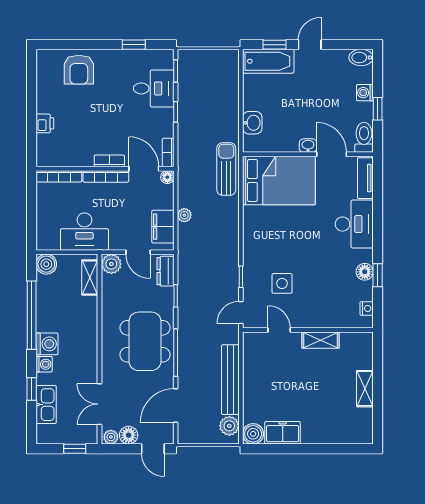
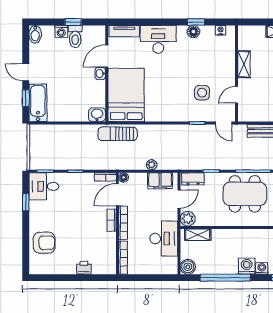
desk: (154, 88) -> (44, 186), moved, turned -90
washbasin: (252, 123) -> (97, 115), moved
toilet: (364, 137) -> (75, 37), moved, turned -90

